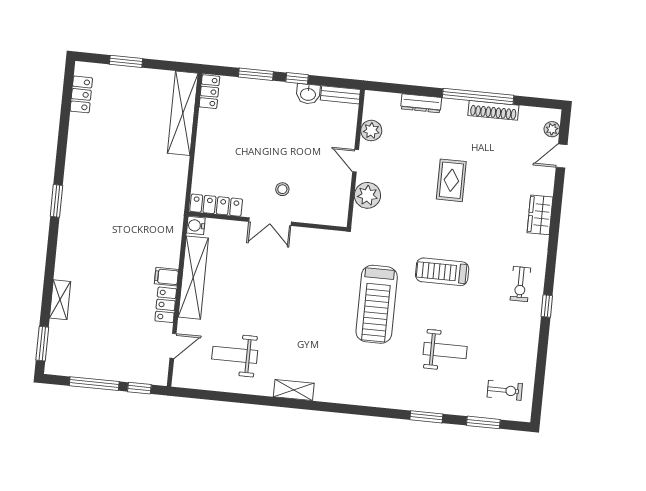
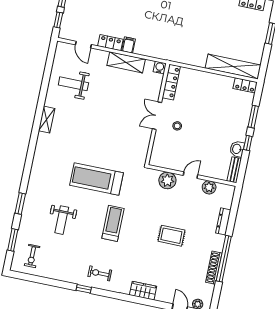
shelving: (193, 278) -> (126, 62), width x0.68
weight bench: (235, 355) -> (73, 84), turned -90

